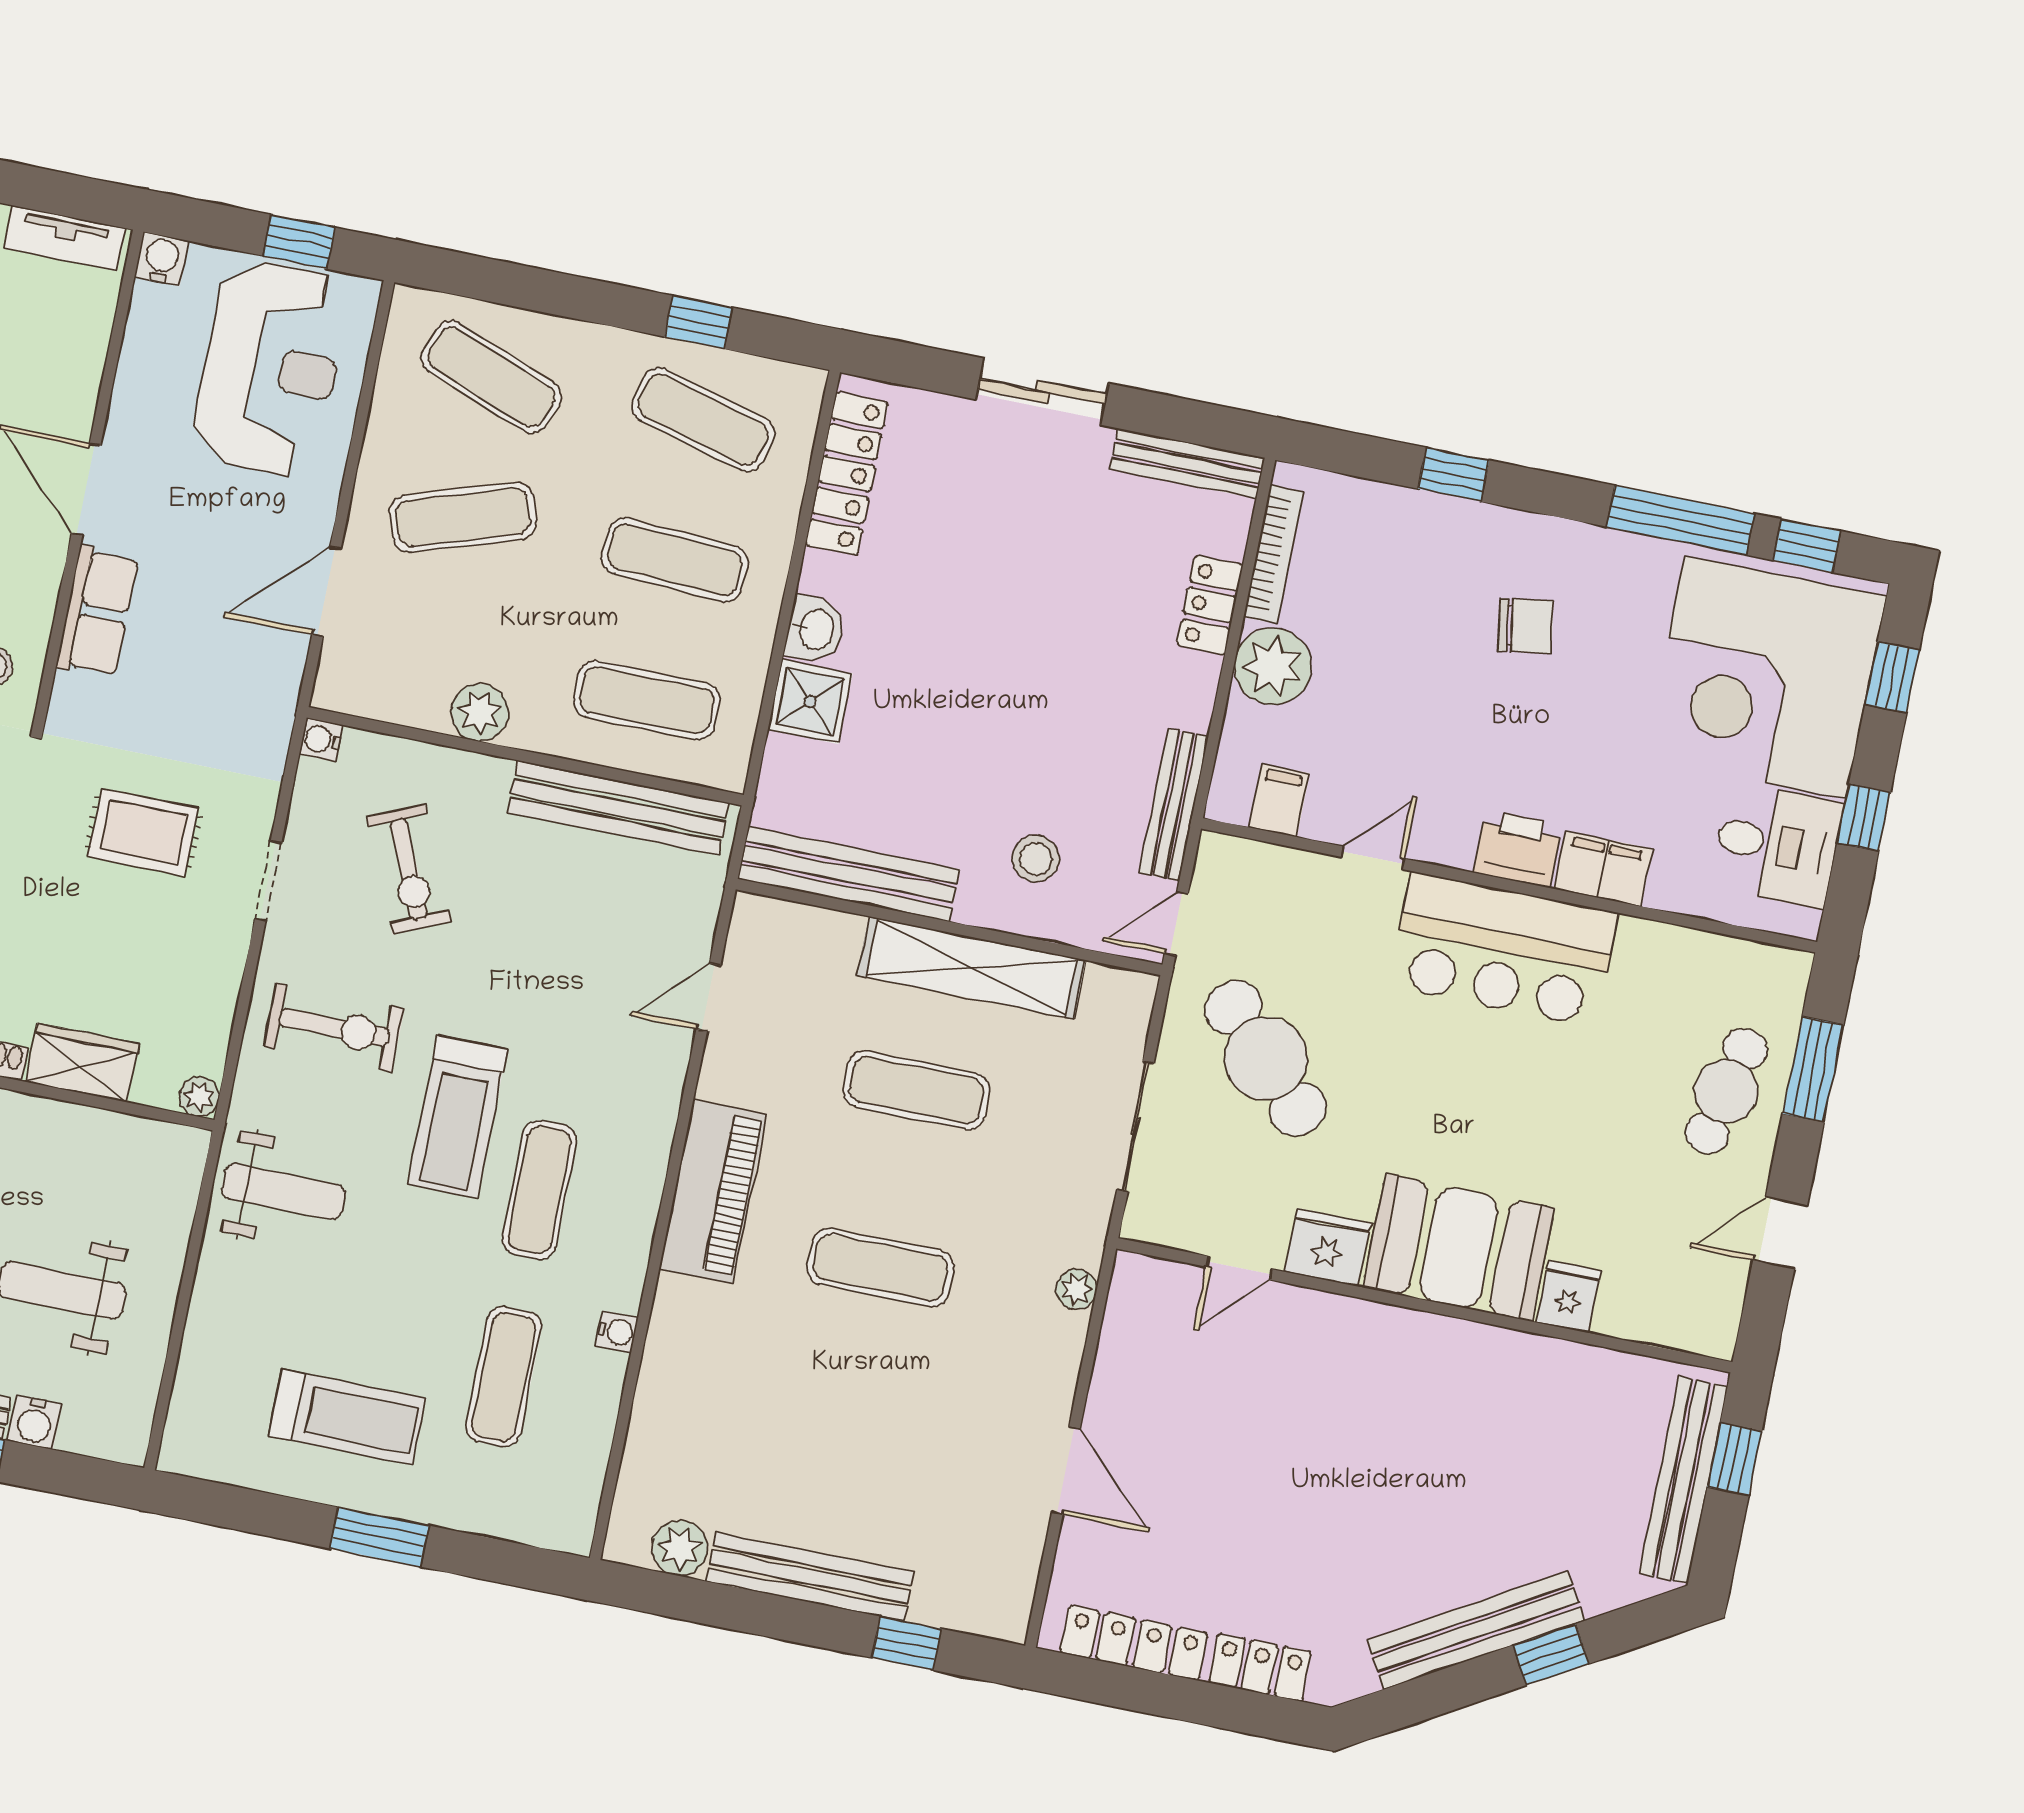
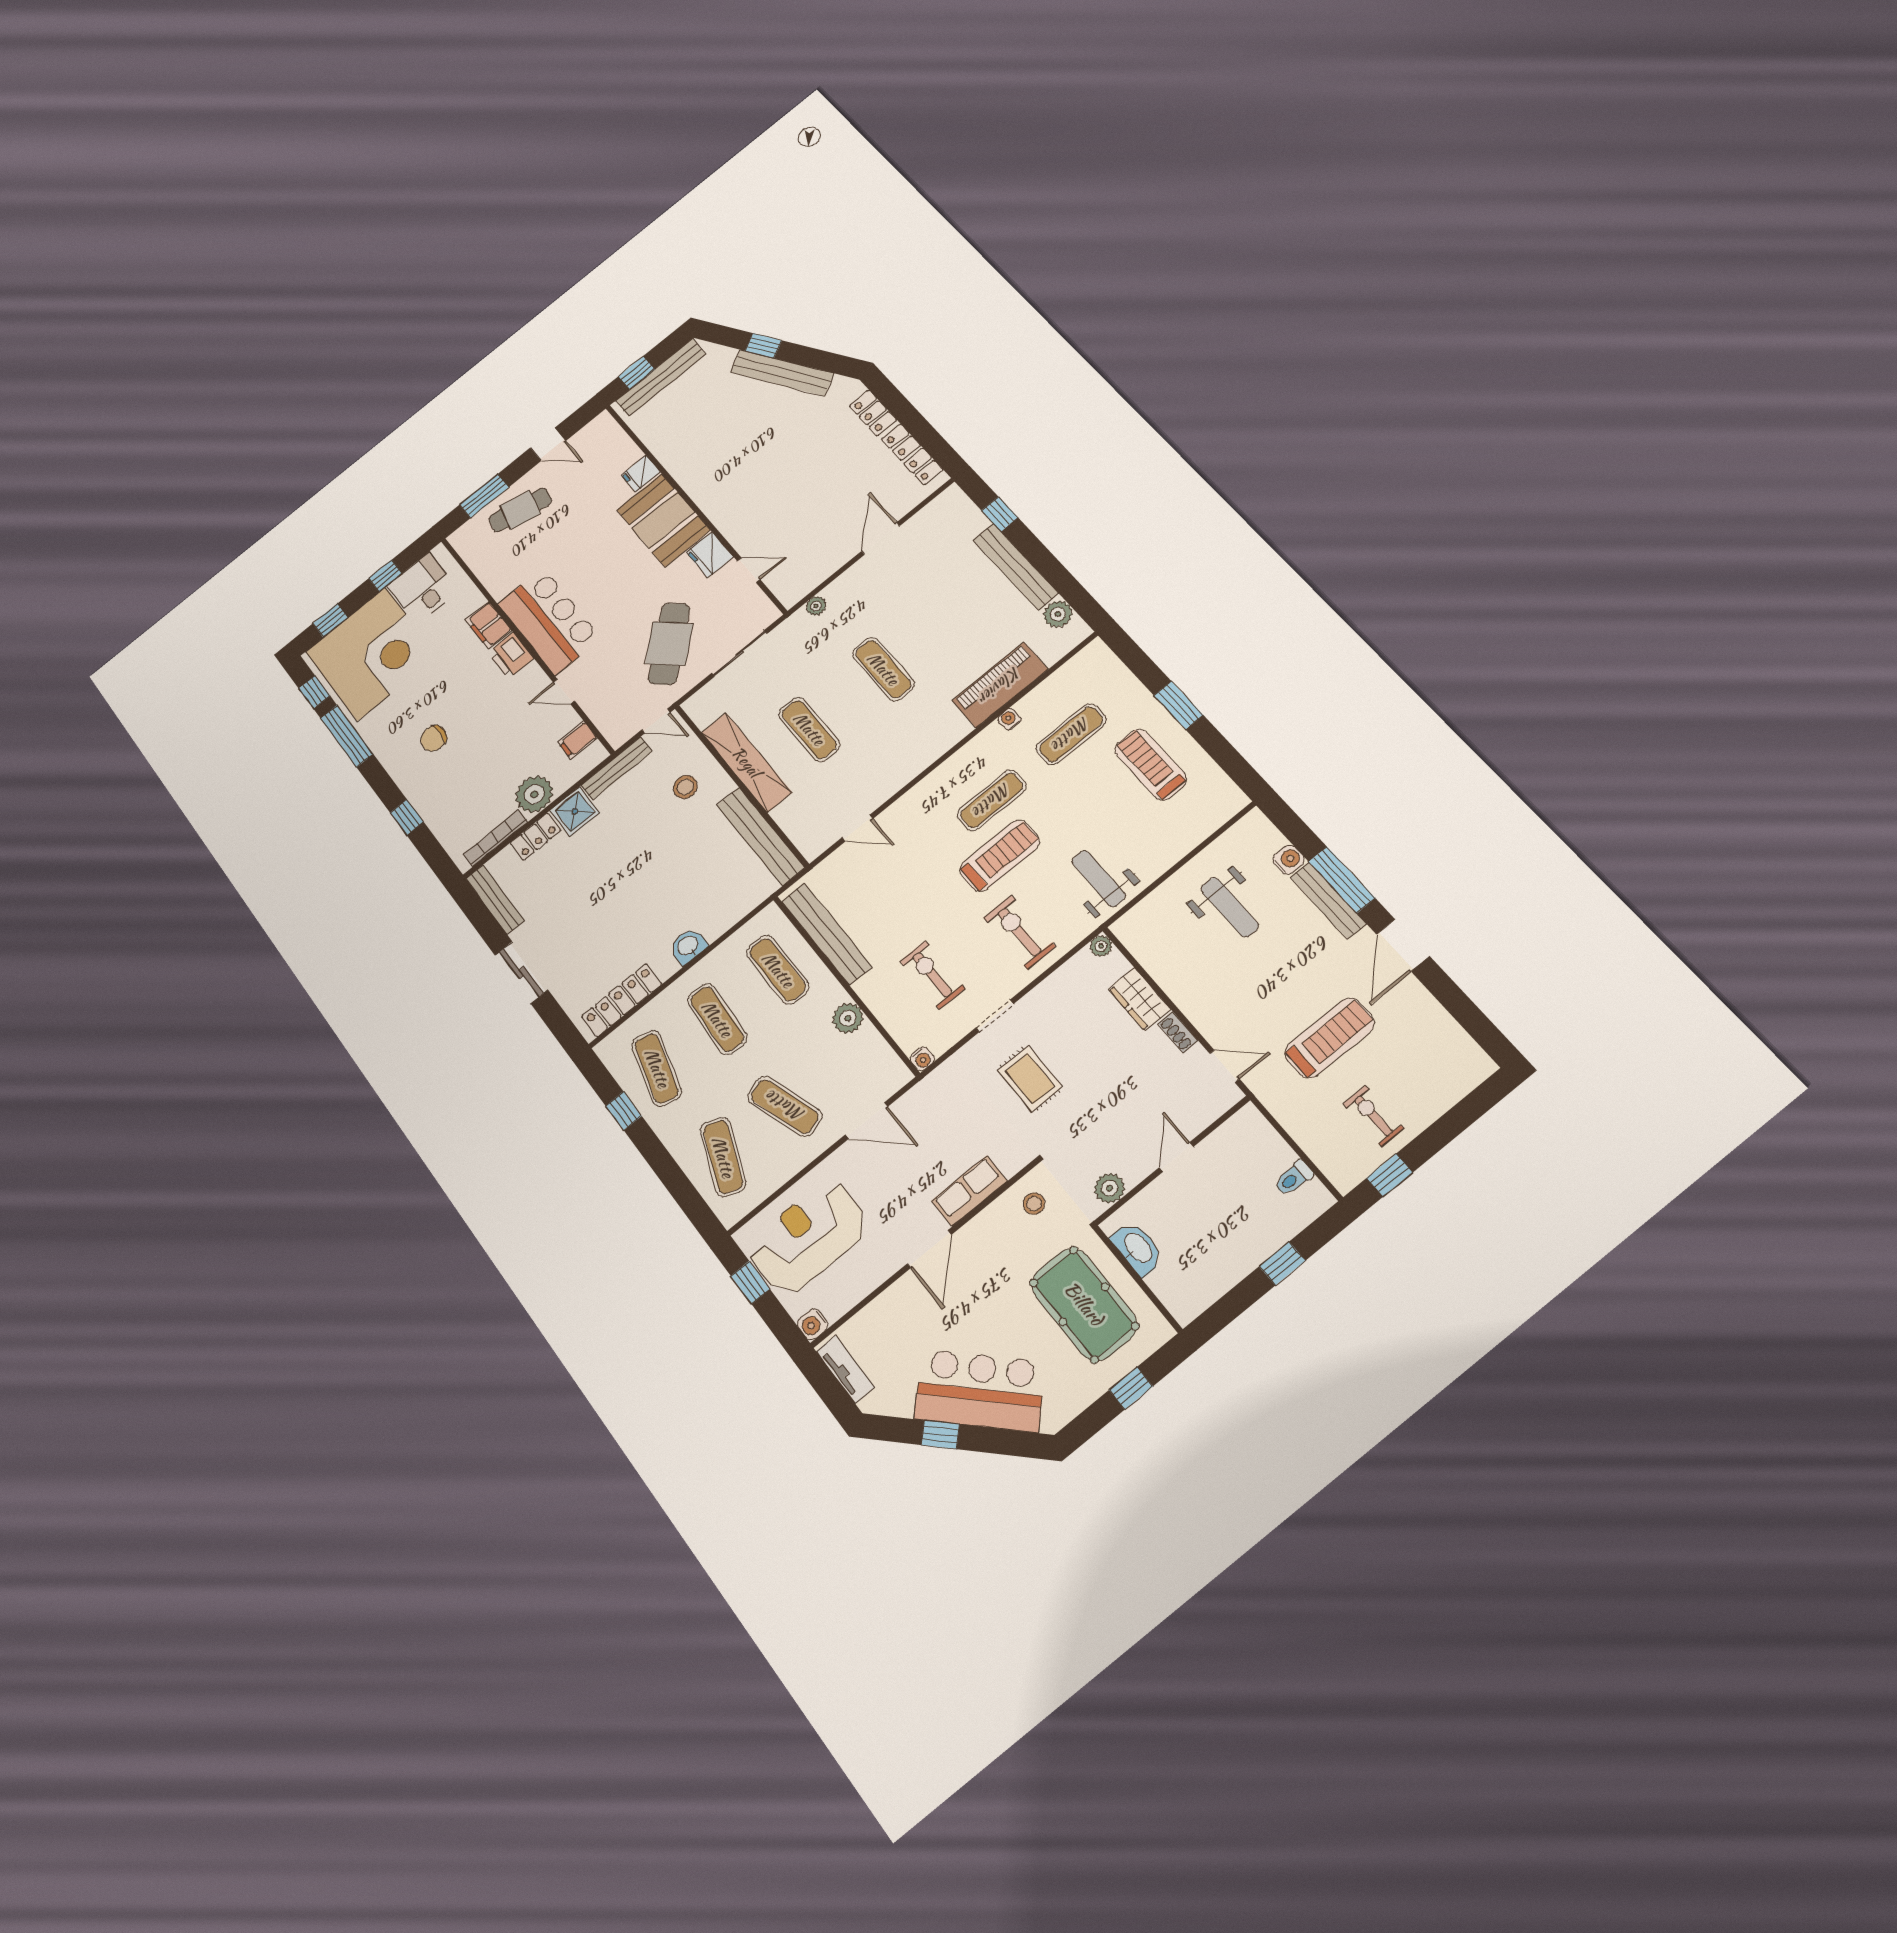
chair: (1526, 626) -> (434, 738), turned -80
shower: (810, 702) -> (575, 811), moved
exercise bike: (409, 869) -> (932, 975), turned -66
piano: (713, 1192) -> (1000, 685), moved

